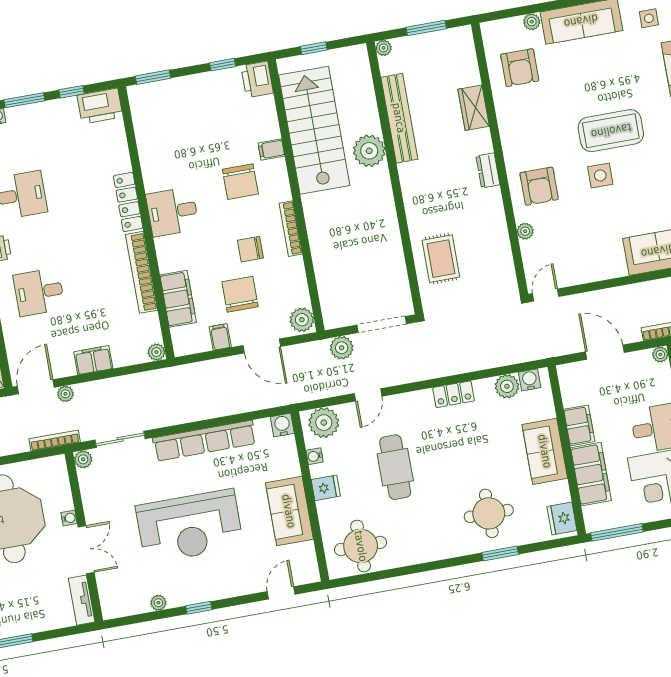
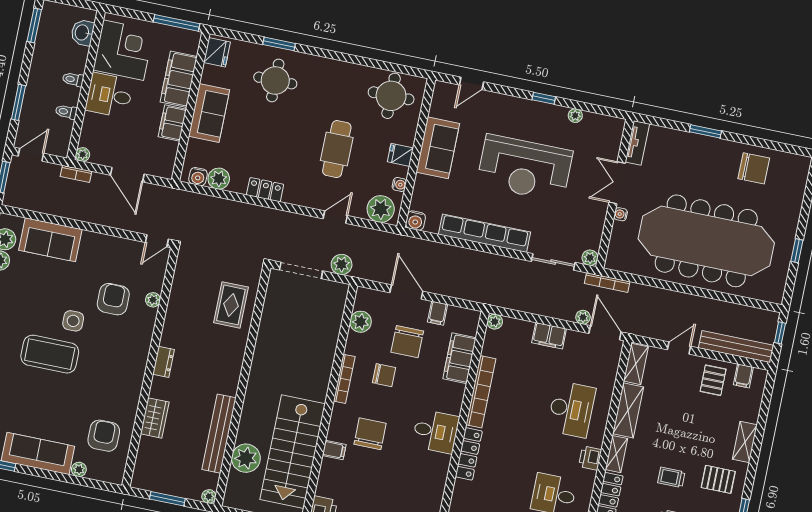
plant: (369, 151) -> (246, 458), moved
armchair: (539, 186) -> (113, 299), moved
desk: (39, 292) -> (571, 409), width x1.37
plant: (302, 320) -> (361, 322), moved
door: (36, 387) -> (605, 333), swing flipped
reception desk: (190, 526) -> (525, 168), turned 180

